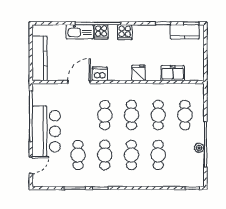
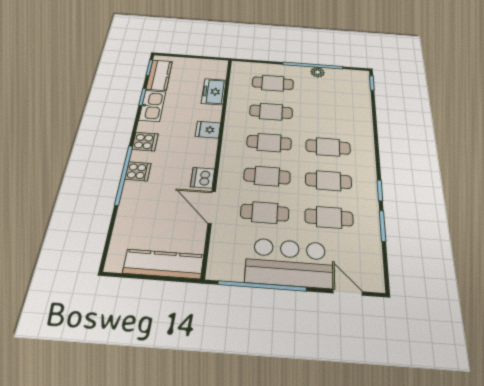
kitchen sink: (80, 32) -> (152, 106), moved
cafe table: (158, 155) -> (265, 213), moved

